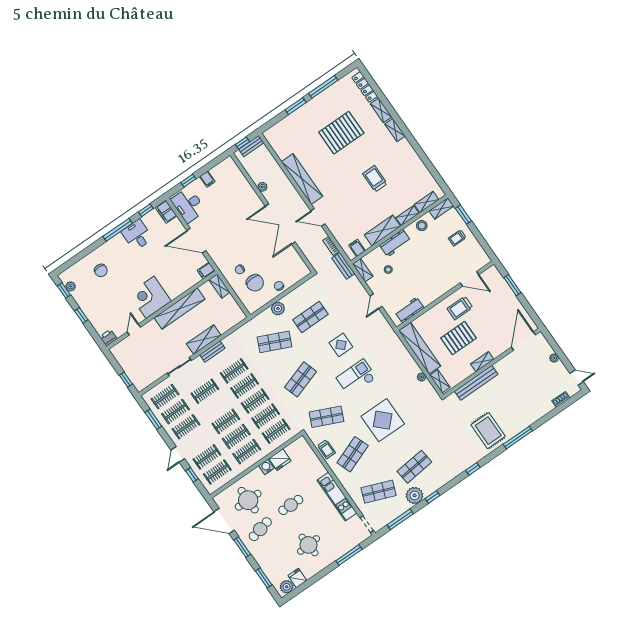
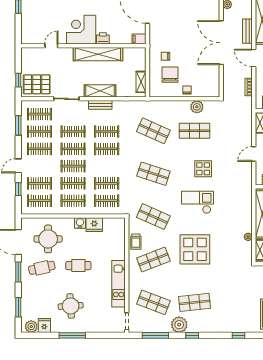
bench: (343, 266) -> (247, 31), moved
chair: (255, 283) -> (170, 75), turned 180
shelving: (219, 286) -> (141, 82), moved
plant: (278, 309) -> (197, 107), moved
printer: (108, 338) -> (103, 38), moved
pallet: (144, 372) -> (37, 84), added
shop shelf: (301, 379) -> (153, 174), turned 36
clothes rail: (255, 401) -> (73, 149), moved
window: (349, 555) -> (72, 335), moved

